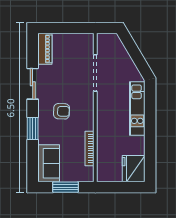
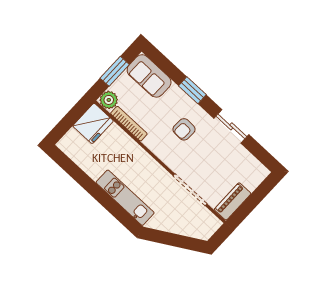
piano: (45, 49) -> (233, 201), moved, turned 90
fridge: (134, 169) -> (93, 123), moved, turned 90
plant: (86, 174) -> (109, 100), added

